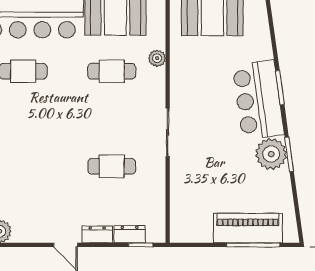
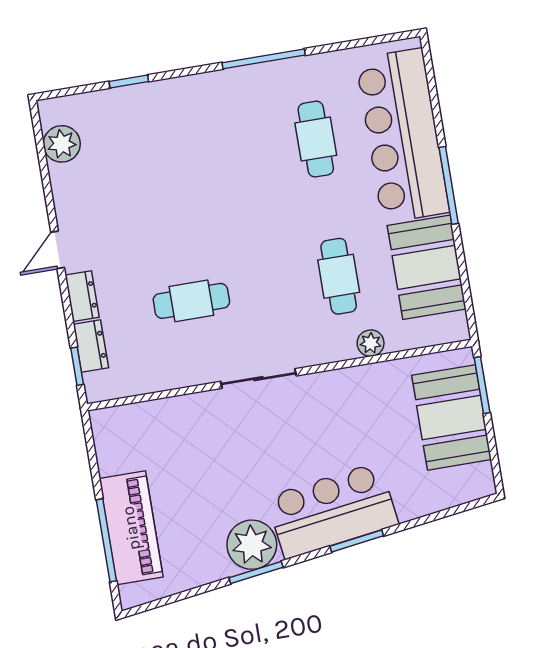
cafe table: (112, 166) -> (191, 301), turned 90

